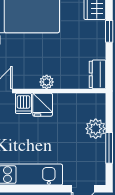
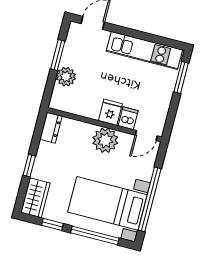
plant: (47, 82) -> (105, 140), width x1.88, depth x1.88

